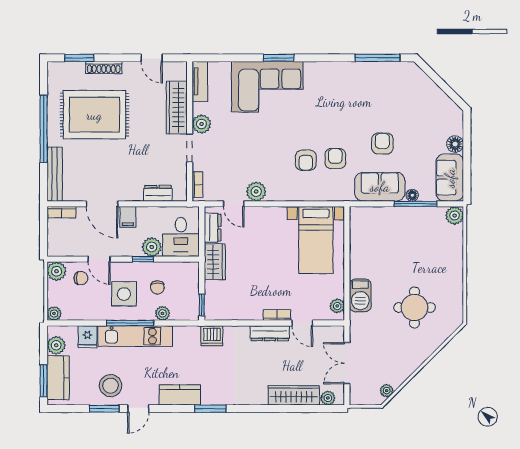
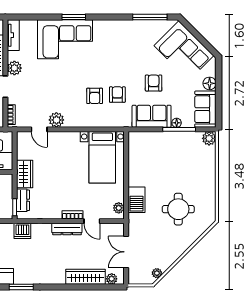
corner sofa: (422, 101) -> (184, 51), added
dresser: (213, 228) -> (23, 200), moved

